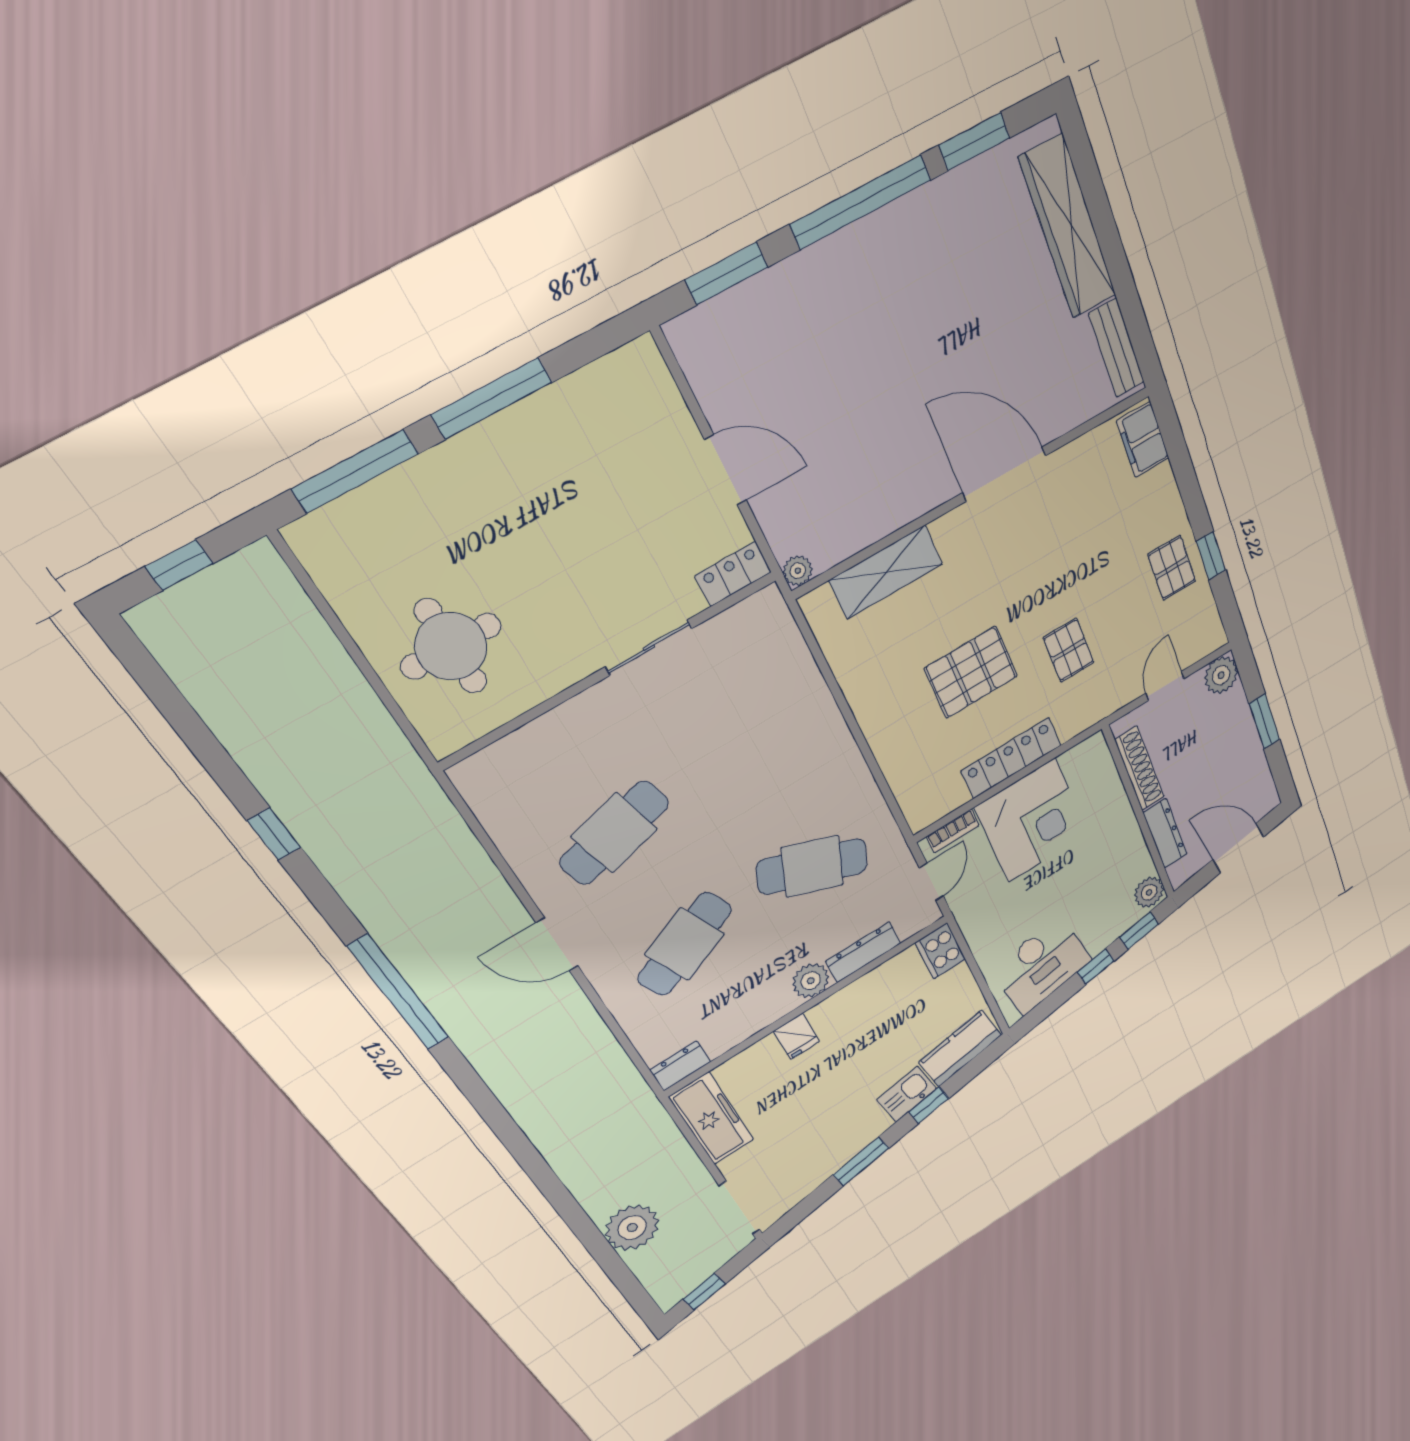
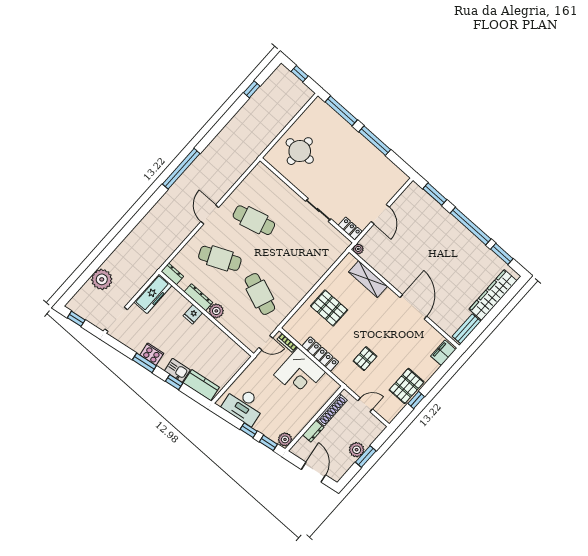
pallet: (1172, 568) -> (407, 386), width x1.50, depth x1.42
pallet: (971, 672) -> (329, 308), moved
plant: (1221, 675) -> (357, 450), moved
dresser: (1165, 833) -> (313, 431), width x0.70
window: (274, 834) -> (252, 89), moved
cooker: (940, 951) -> (152, 354), moved, turned 81
dresser: (863, 952) -> (198, 297), moved

